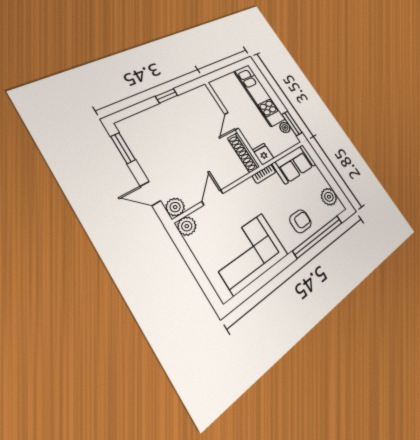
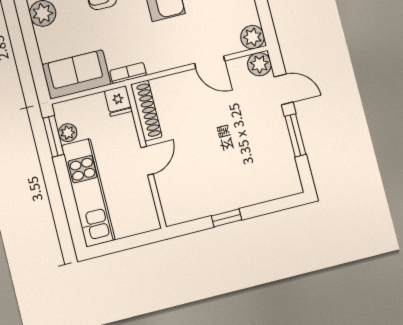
window: (123, 148) -> (295, 135), moved
door: (213, 197) -> (210, 62), hinge flipped

